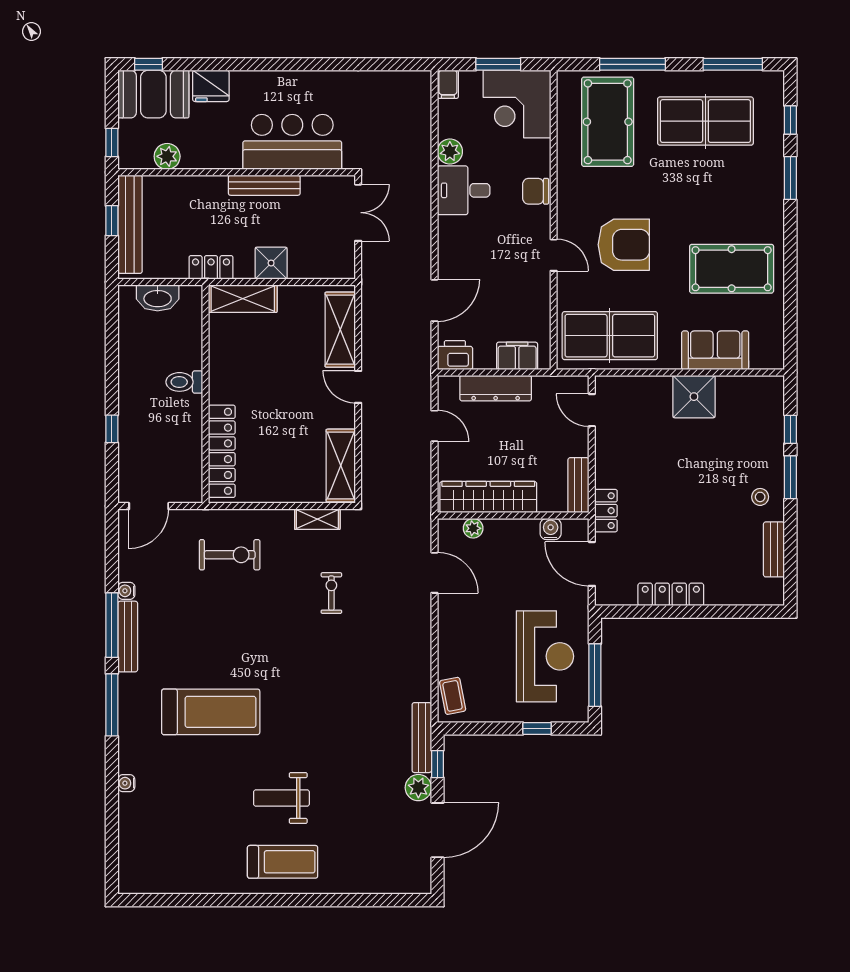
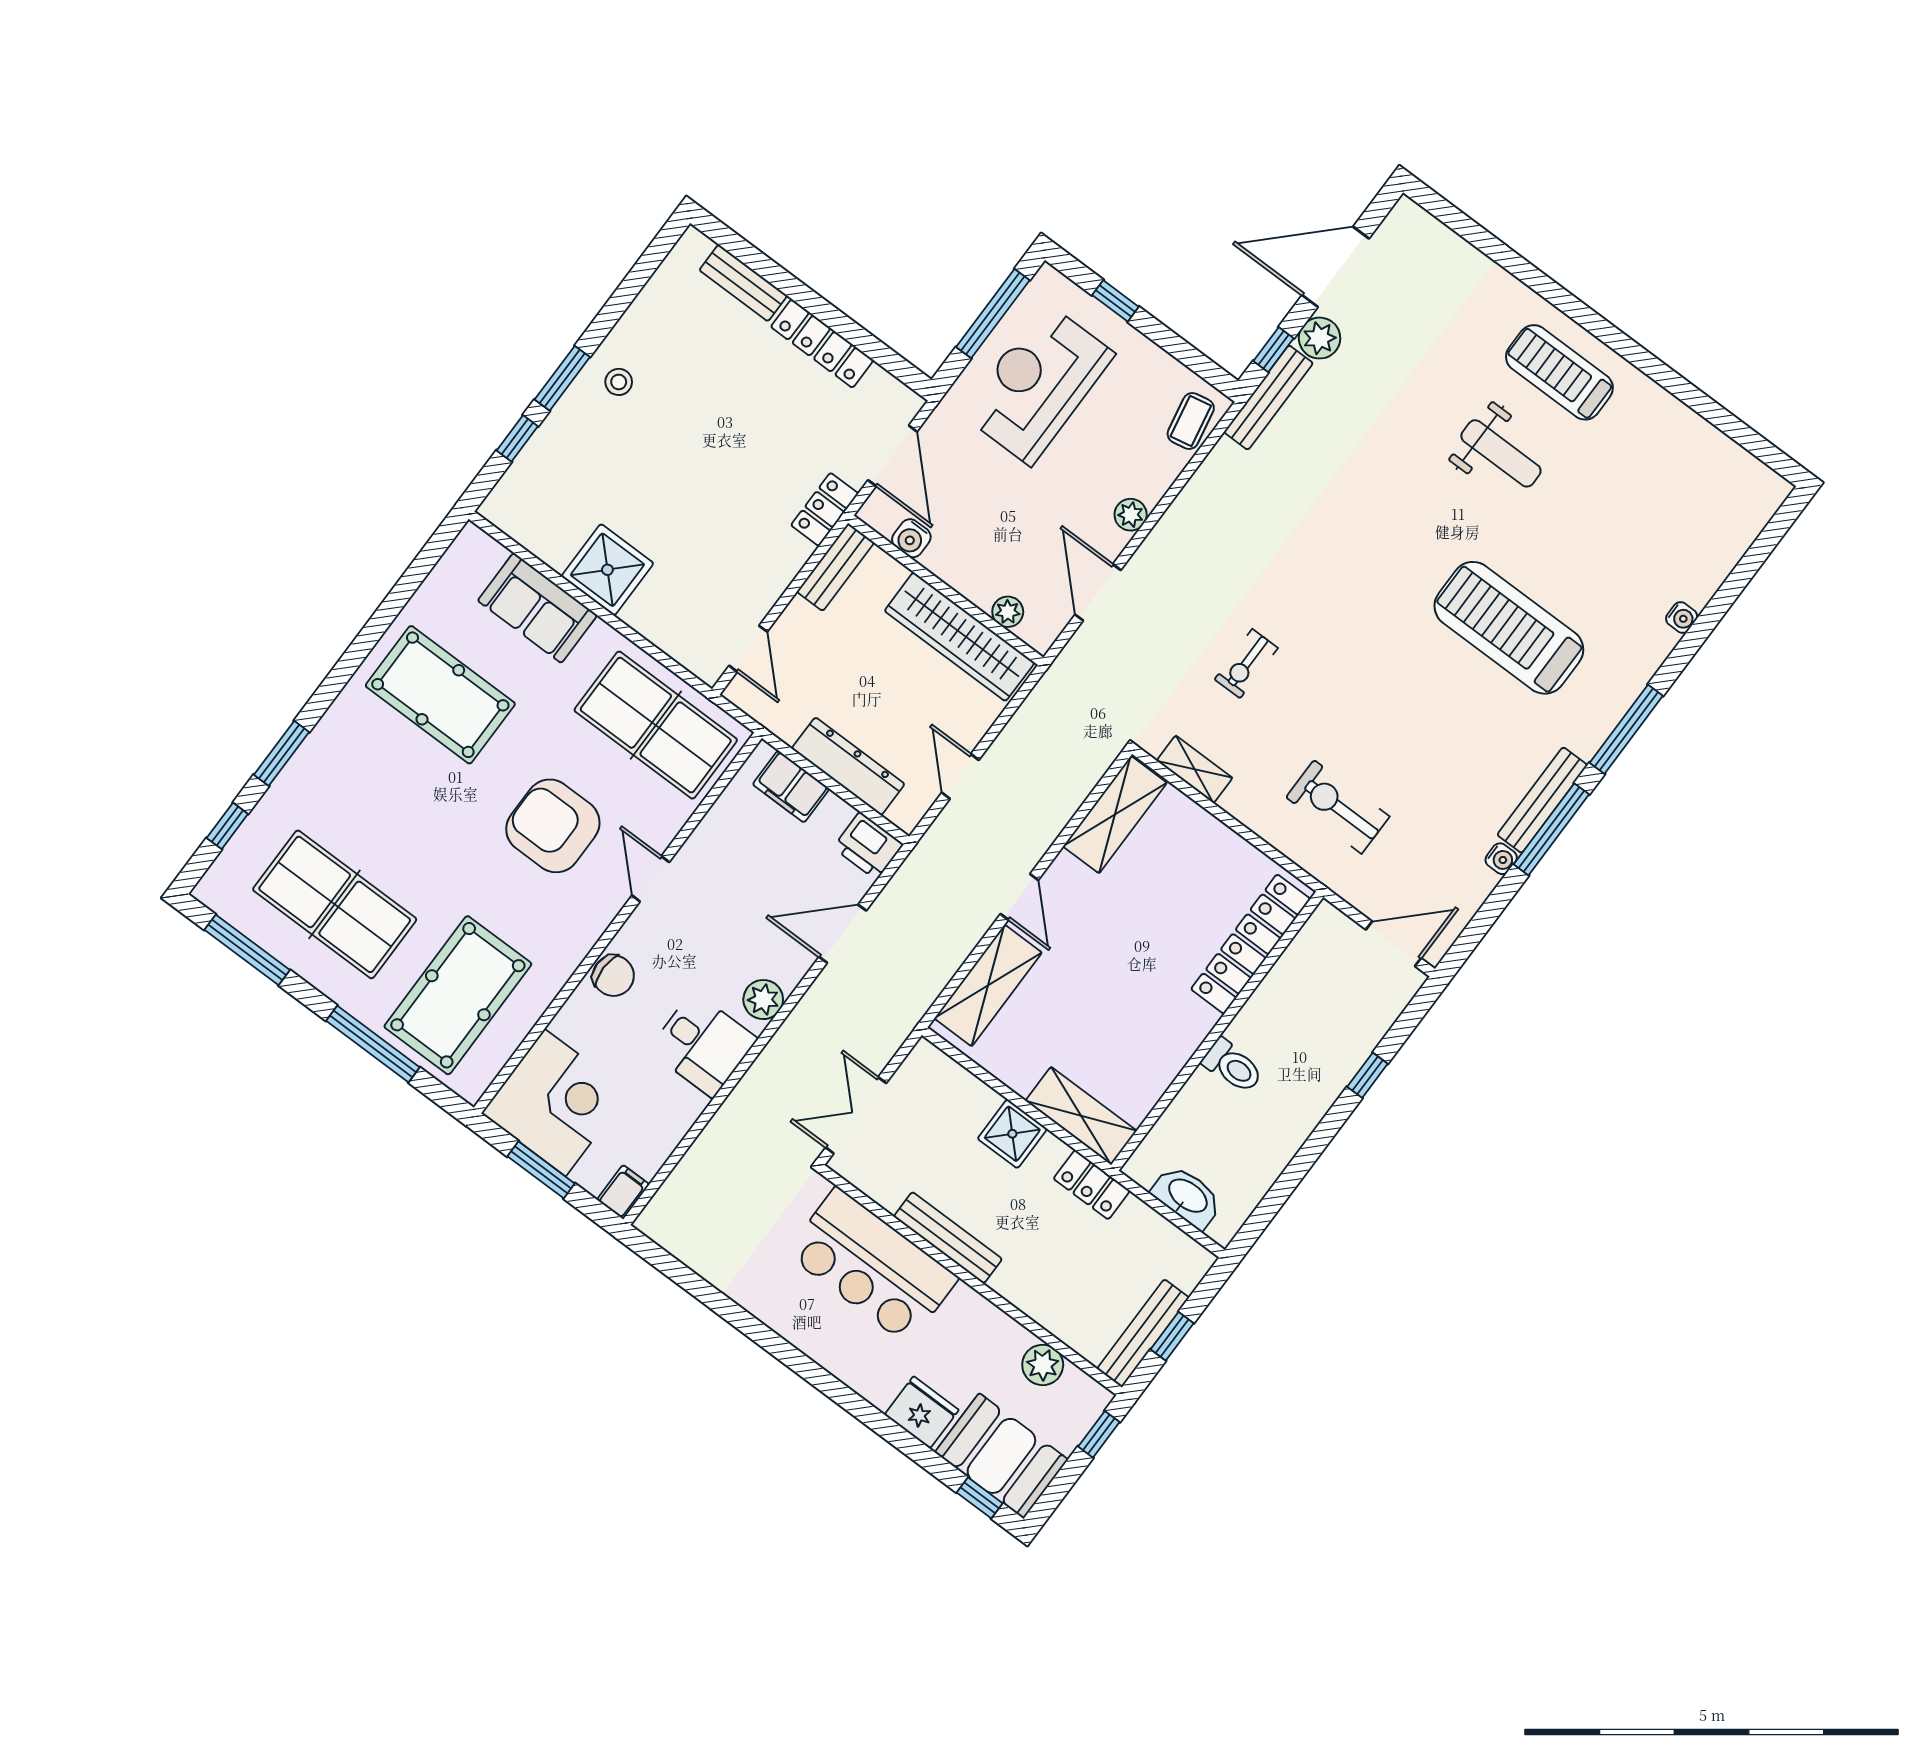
plant: (450, 151) -> (763, 1000), moved
bench: (130, 224) -> (1143, 1333), width x0.73, depth x0.82
bench: (774, 549) -> (743, 283), moved, turned 90
plant: (447, 625) -> (1131, 515), added

